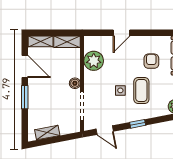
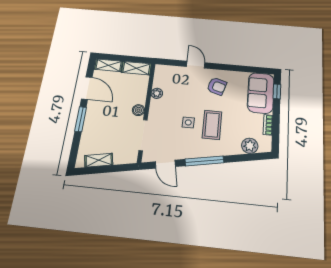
door: (122, 33) -> (196, 65), swing flipped
plant: (94, 61) -> (157, 93), width x0.53, depth x0.53
armchair: (151, 61) -> (217, 86), moved, turned 107
window: (138, 124) -> (204, 161), width x2.17

